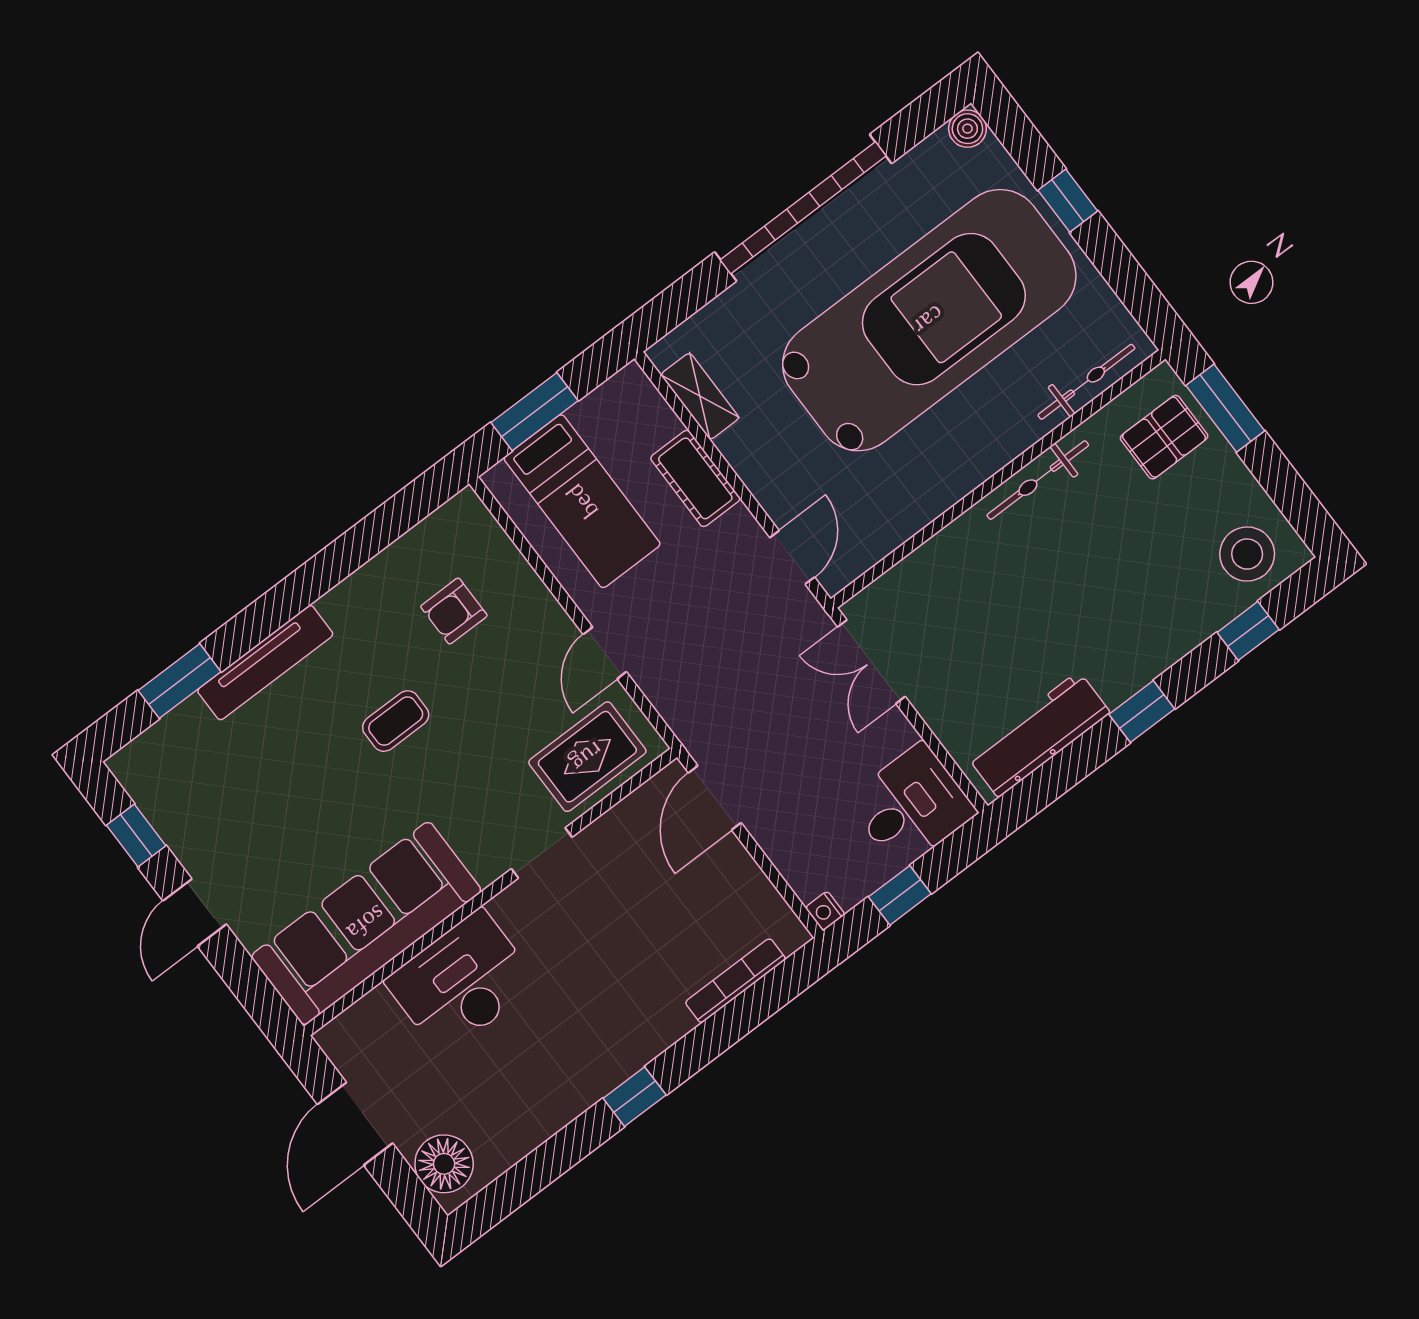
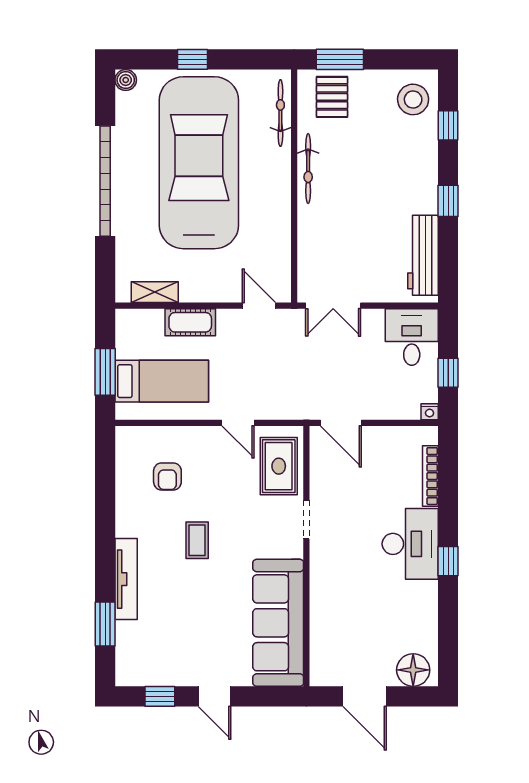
desk: (462, 982) -> (410, 544), moved, turned 180

